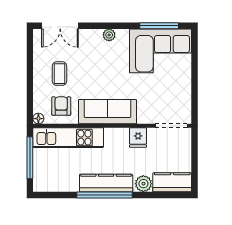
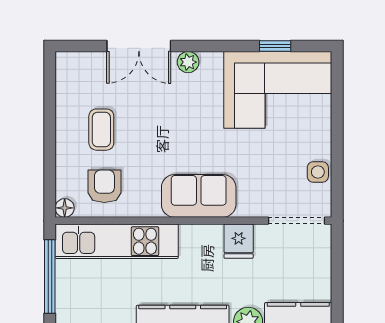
double door: (60, 26) -> (139, 46), moved
window: (159, 26) -> (275, 46), width x0.46
side table: (183, 98) -> (318, 172), added
sofa: (107, 112) -> (199, 196), width x0.73

